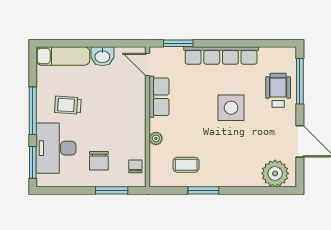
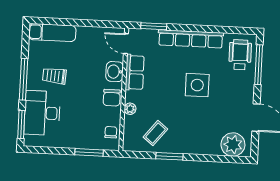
washbasin: (102, 56) -> (115, 72), moved, turned 90
wheelchair: (278, 90) -> (240, 55), moved
chair: (99, 161) -> (112, 98), moved
coffee table: (186, 165) -> (155, 133), turned -51

